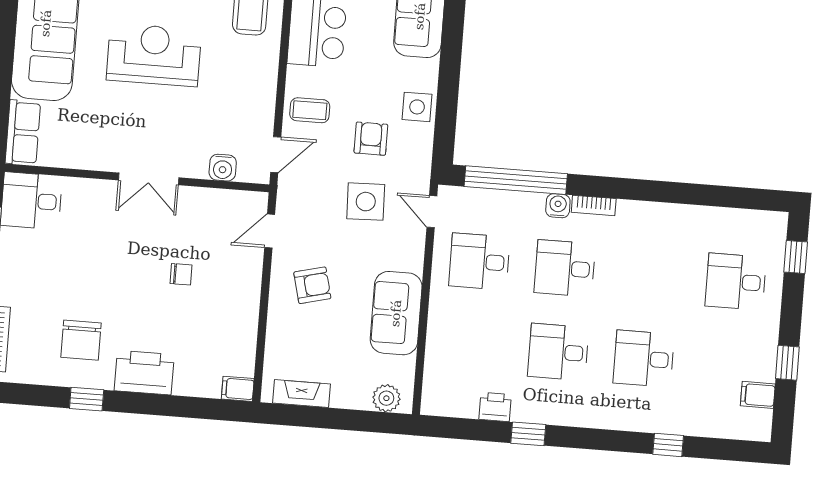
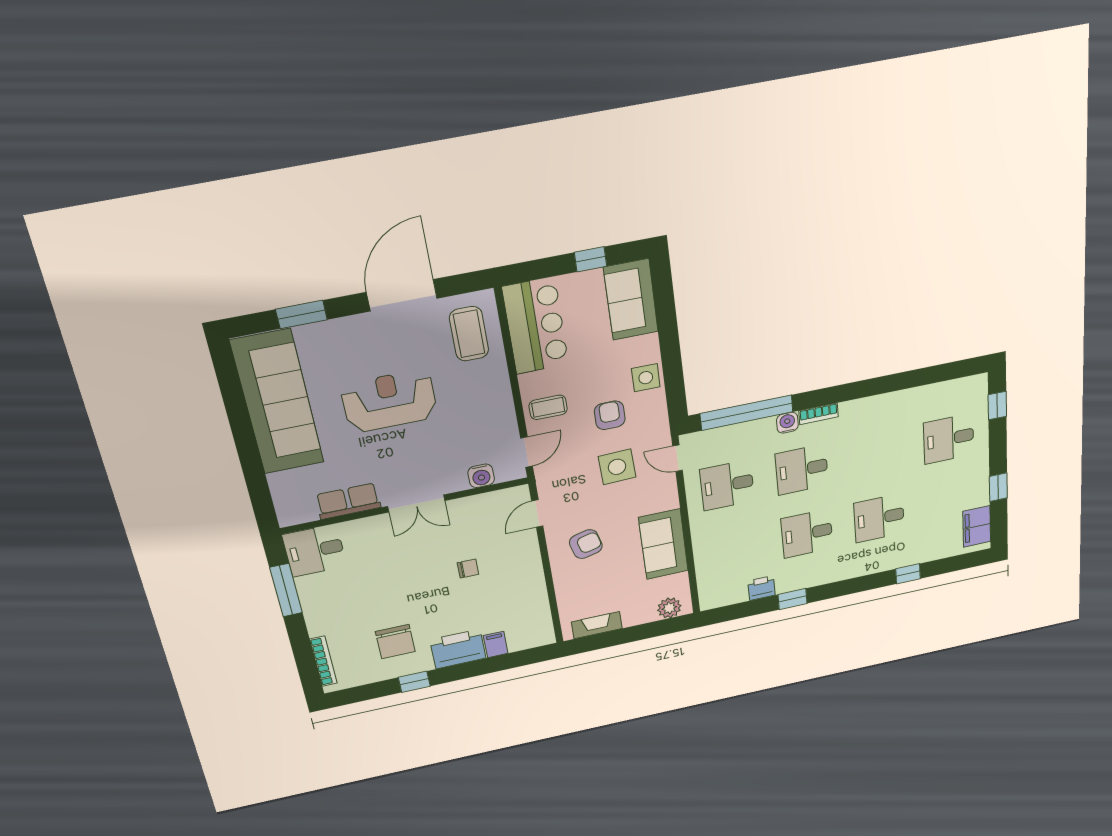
row of seats: (23, 132) -> (348, 501), moved, turned -90
filing cabinet: (238, 389) -> (496, 645), moved, turned 90
filing cabinet: (758, 395) -> (977, 526), width x2.00

